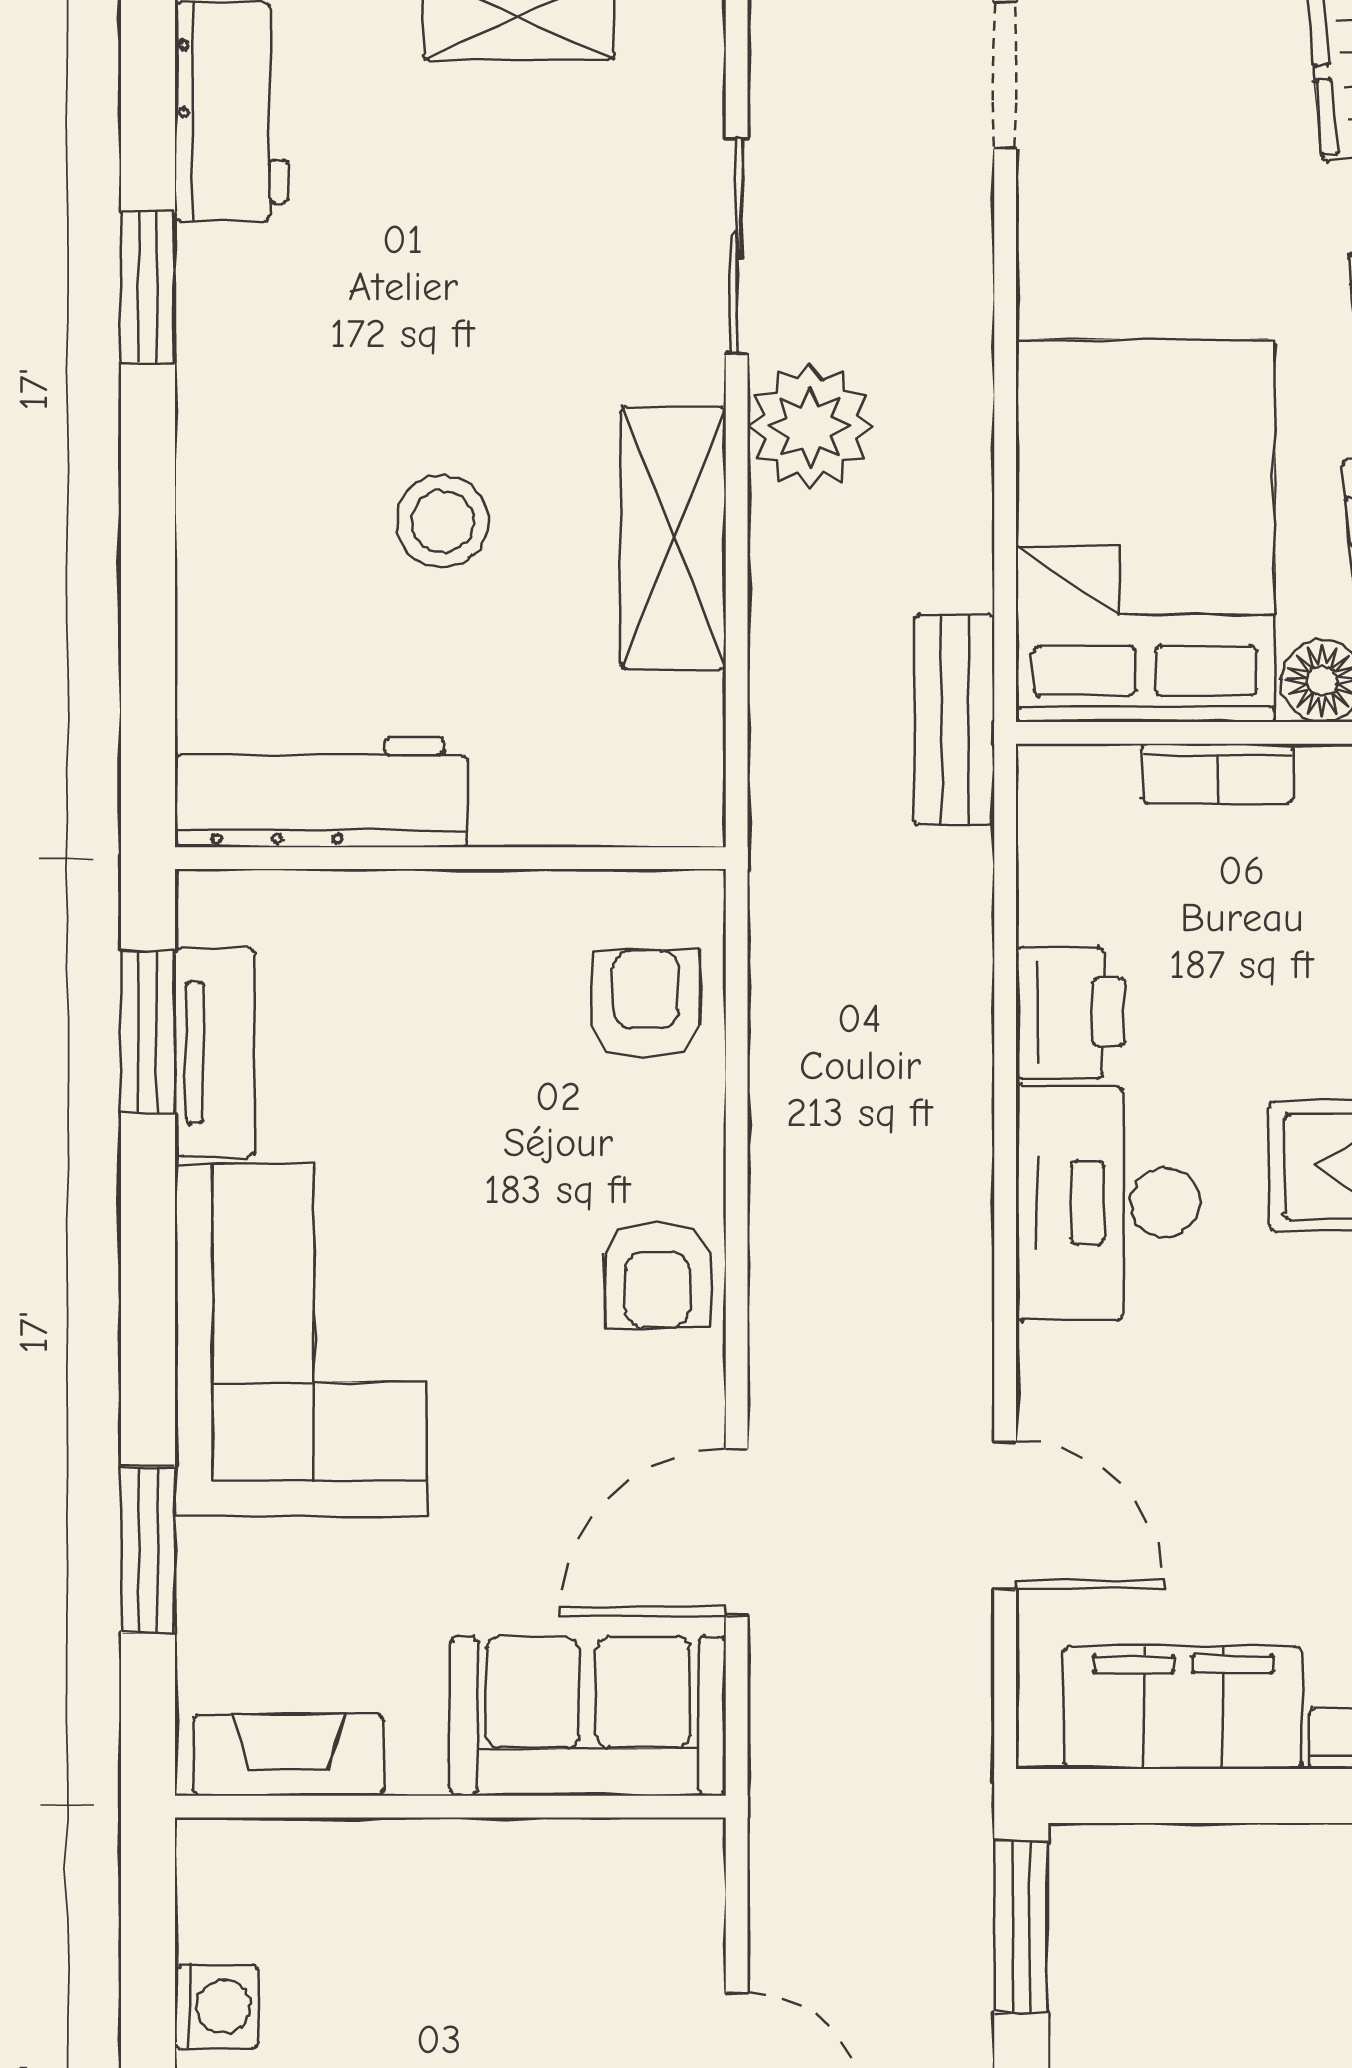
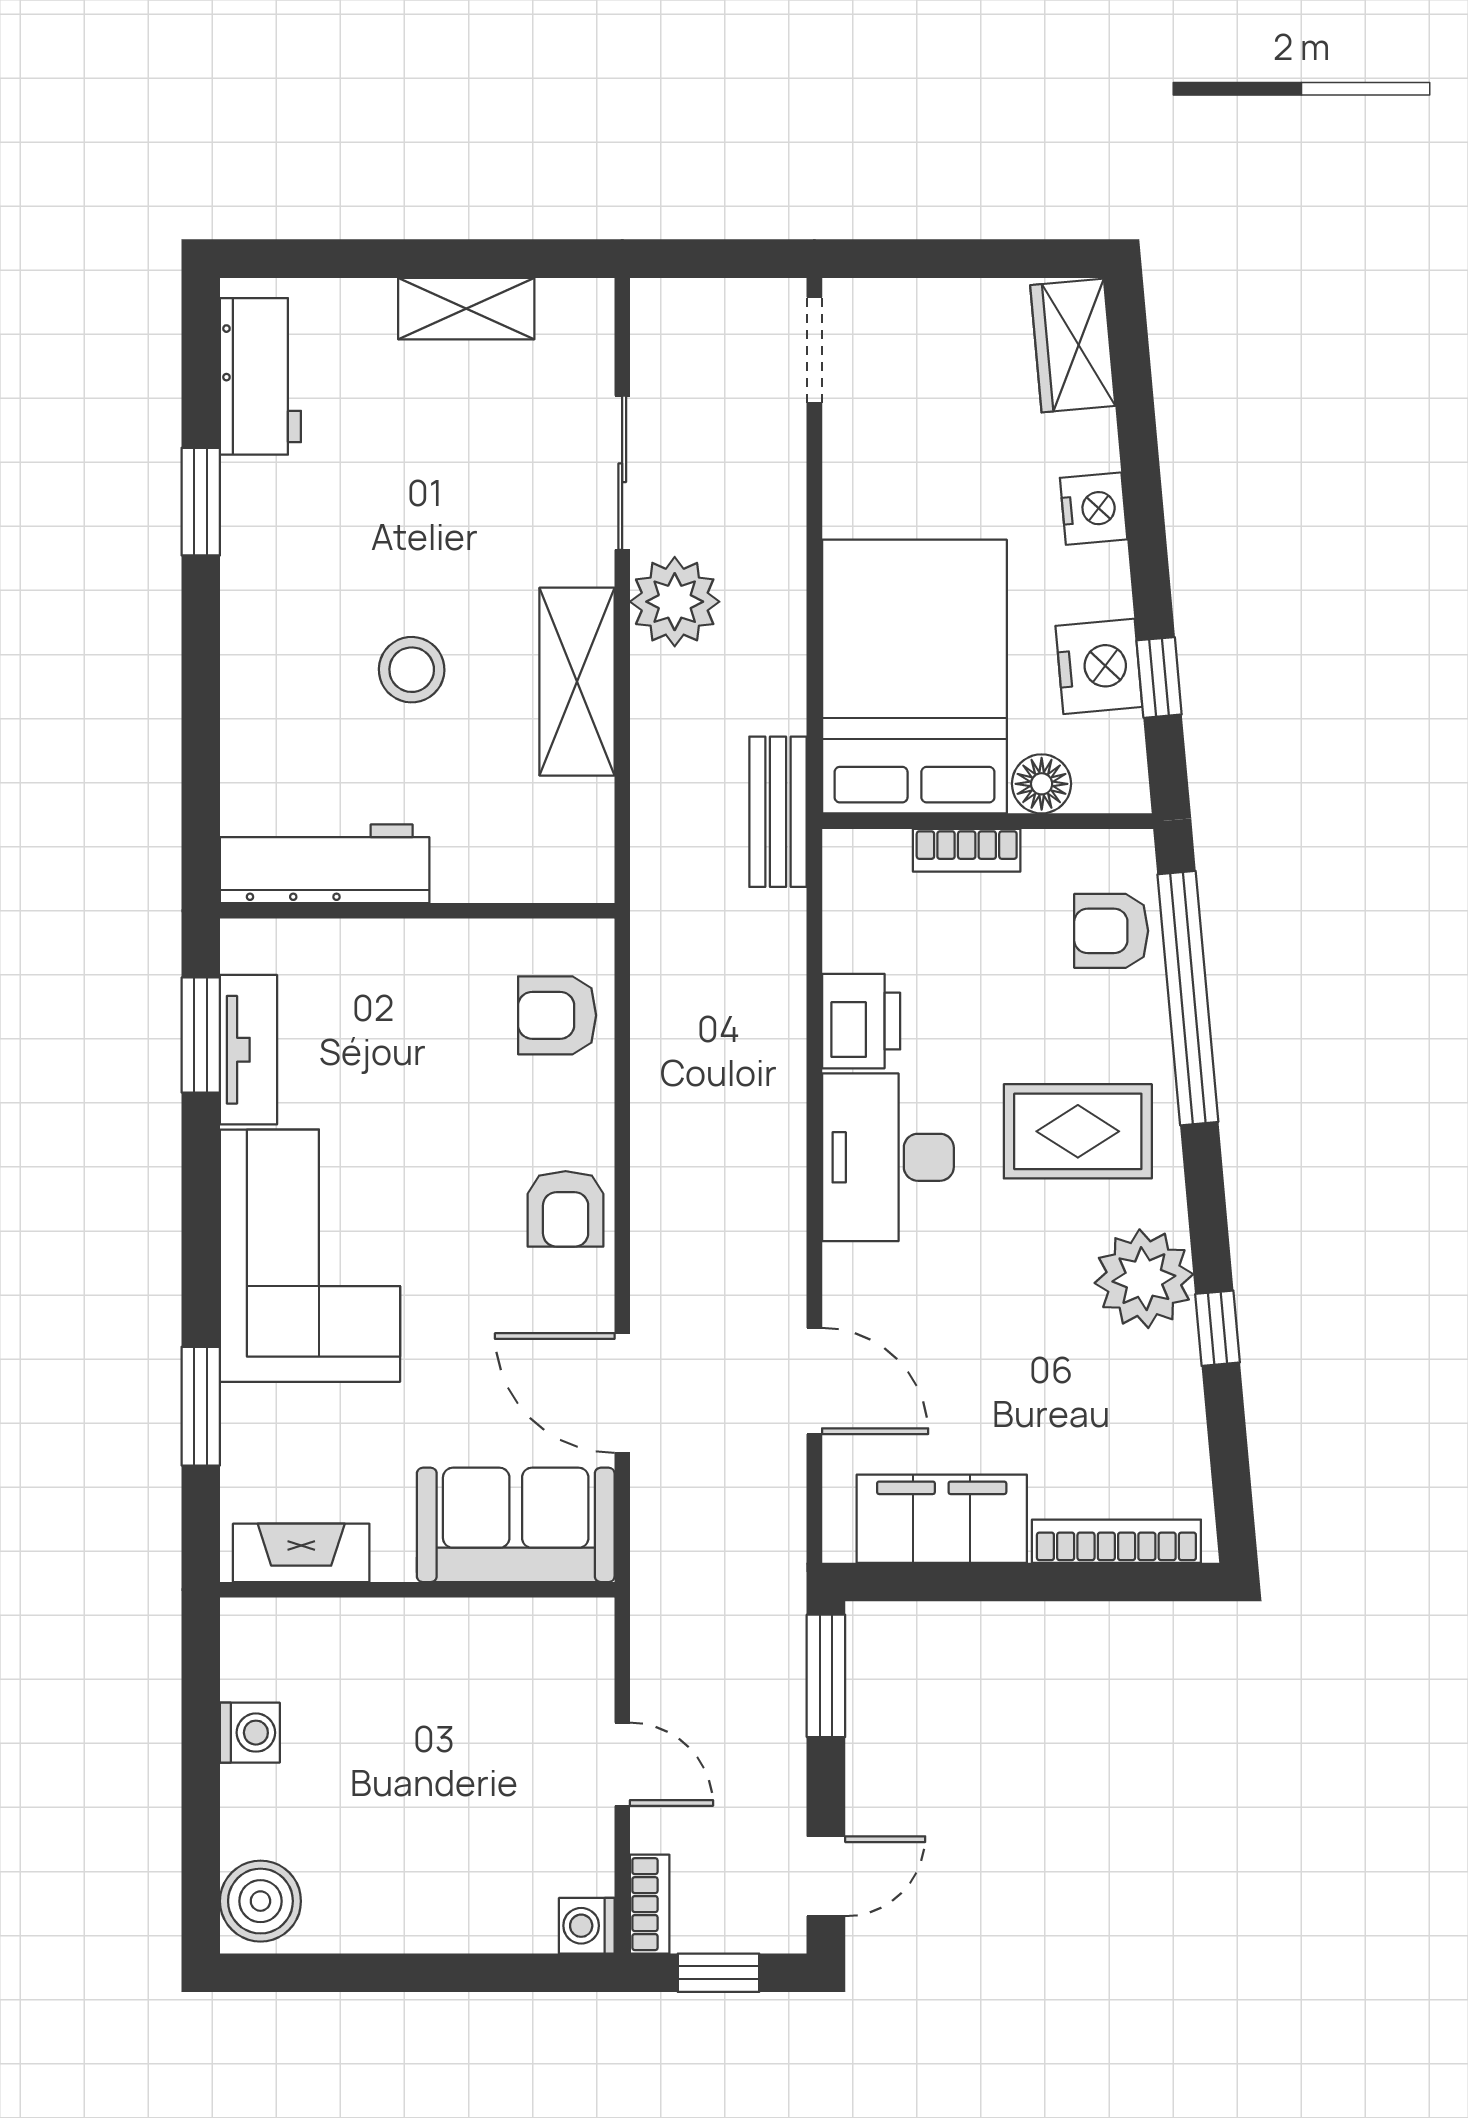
armchair: (646, 1004) -> (557, 1015), turned -90
door: (737, 1532) -> (622, 1393), hinge flipped

